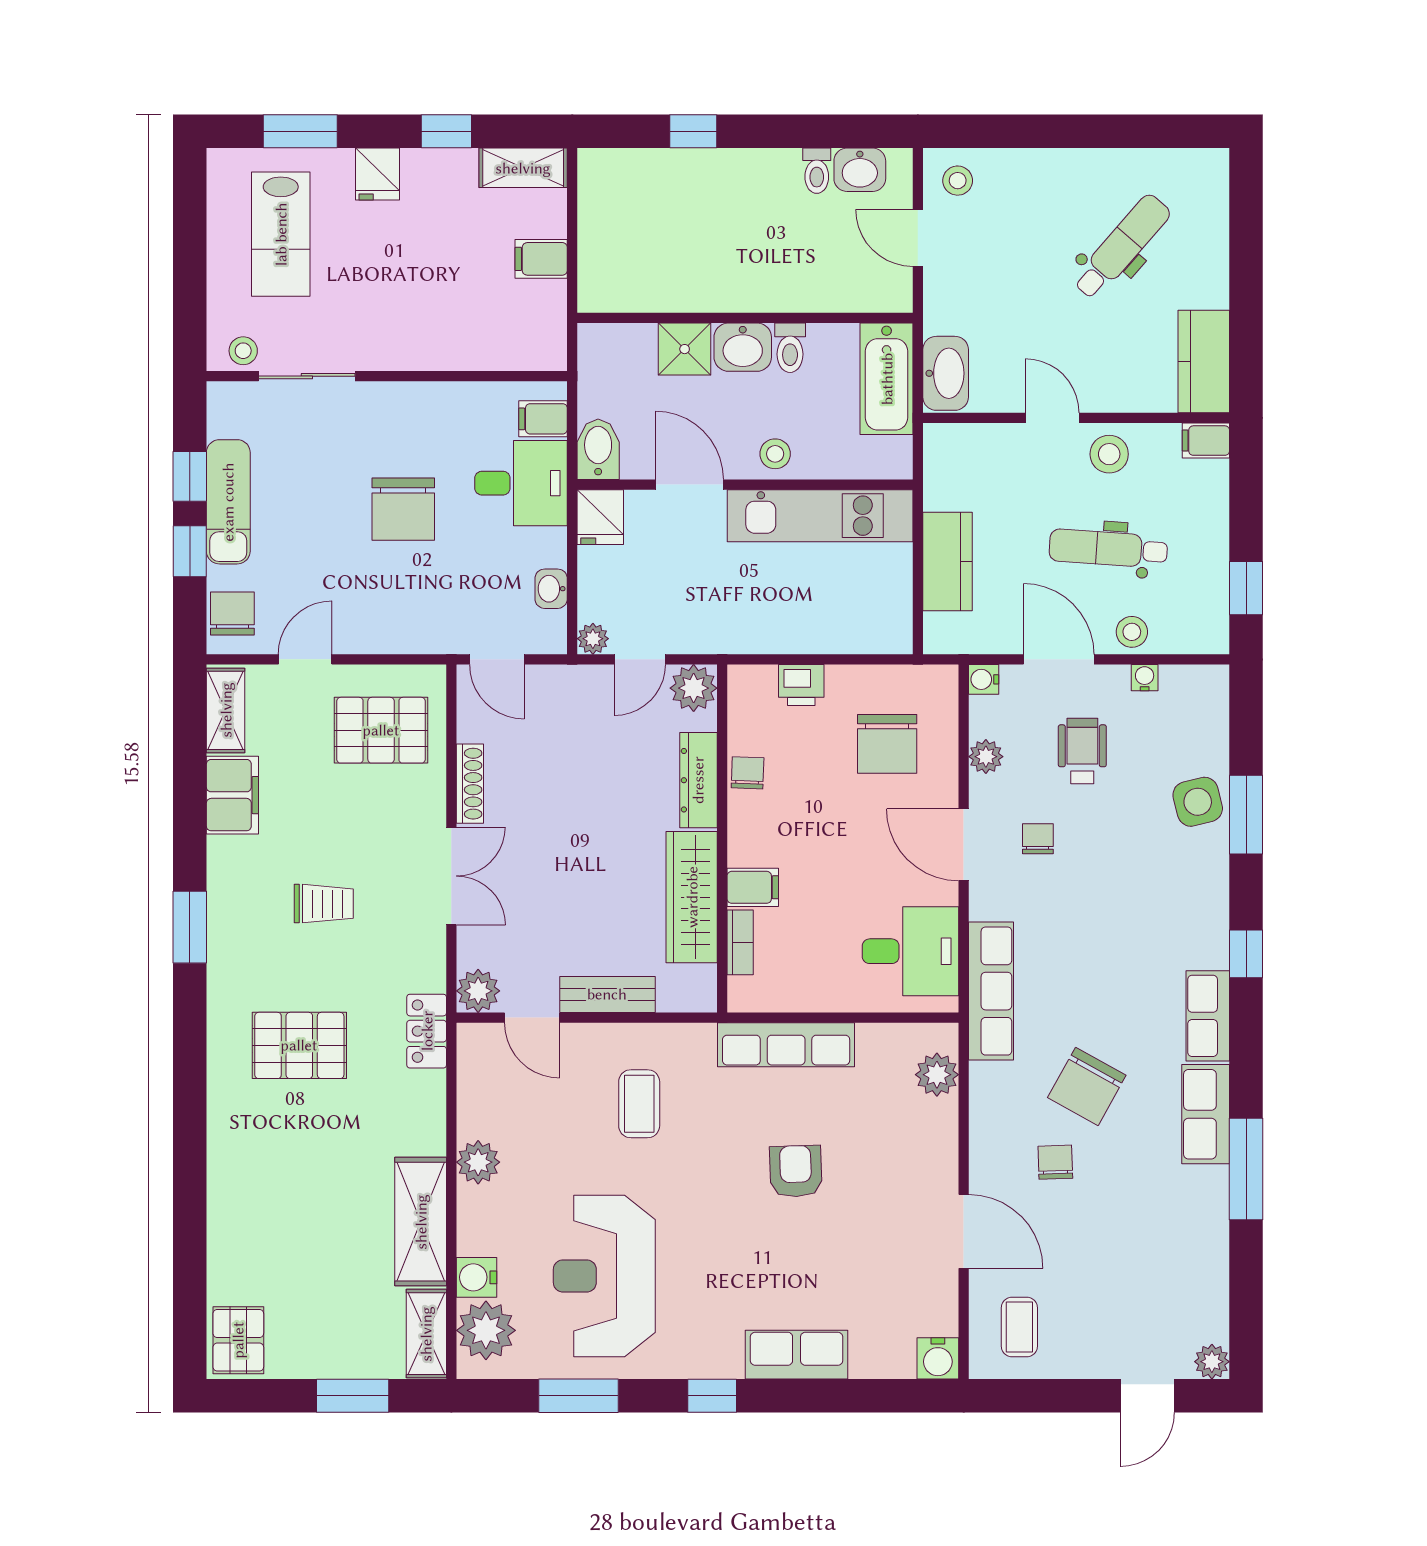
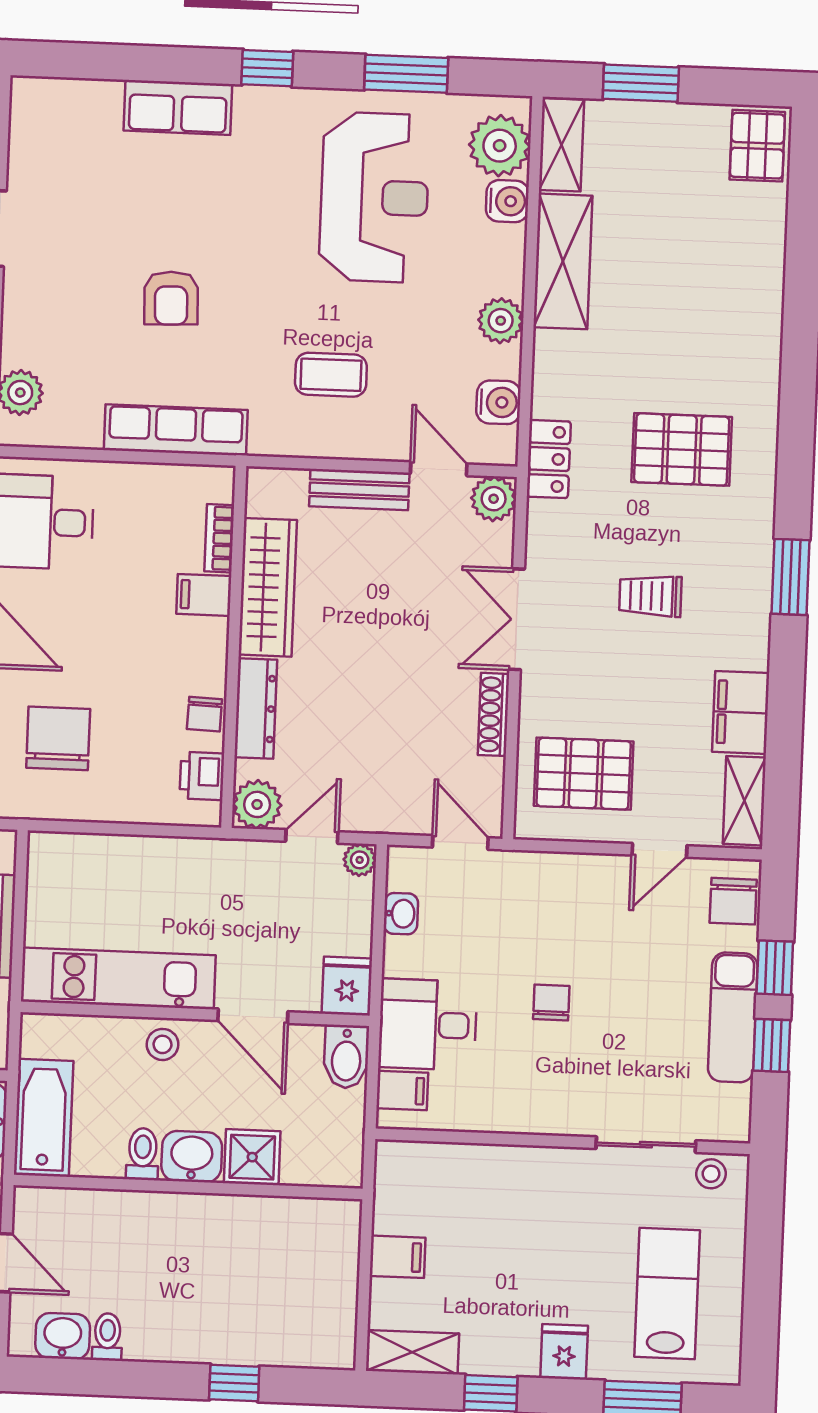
chair: (403, 509) -> (551, 1003), width x0.54, depth x0.54
printer: (801, 685) -> (202, 776), moved, turned -90
coffee table: (639, 1104) -> (331, 375), turned 90
water cooler: (938, 1358) -> (498, 402), moved, turned 90

